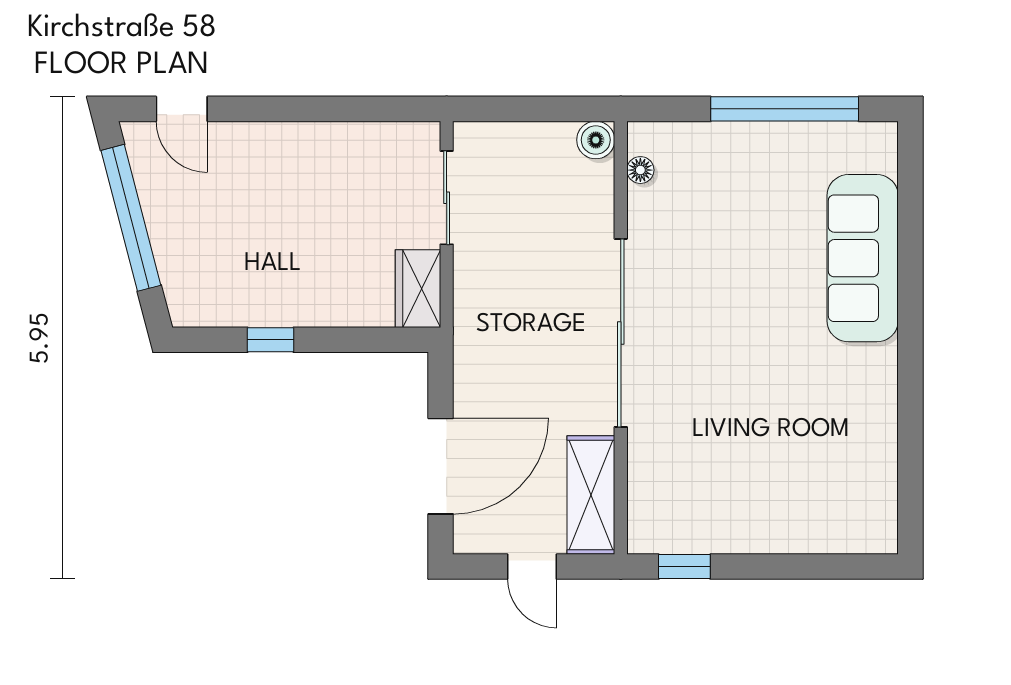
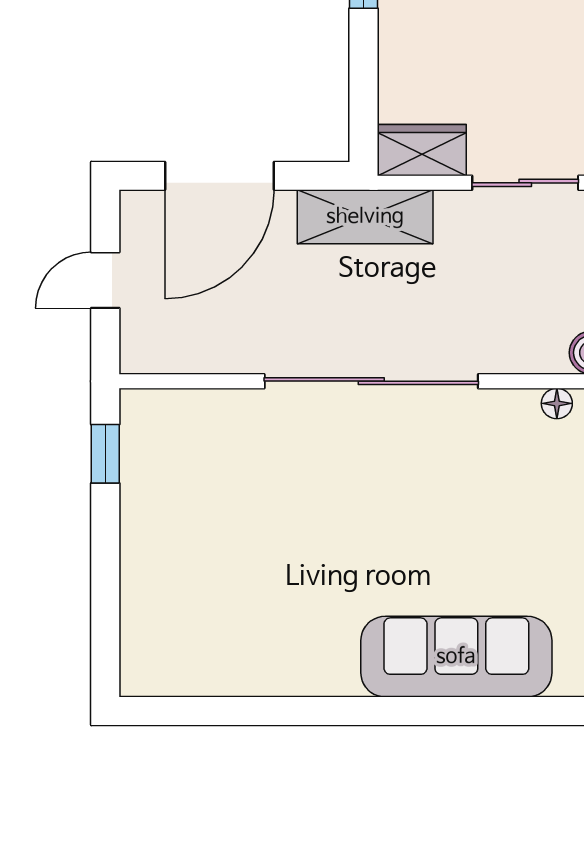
door: (441, 466) -> (219, 176), hinge flipped
shelving: (591, 495) -> (365, 217), moved

